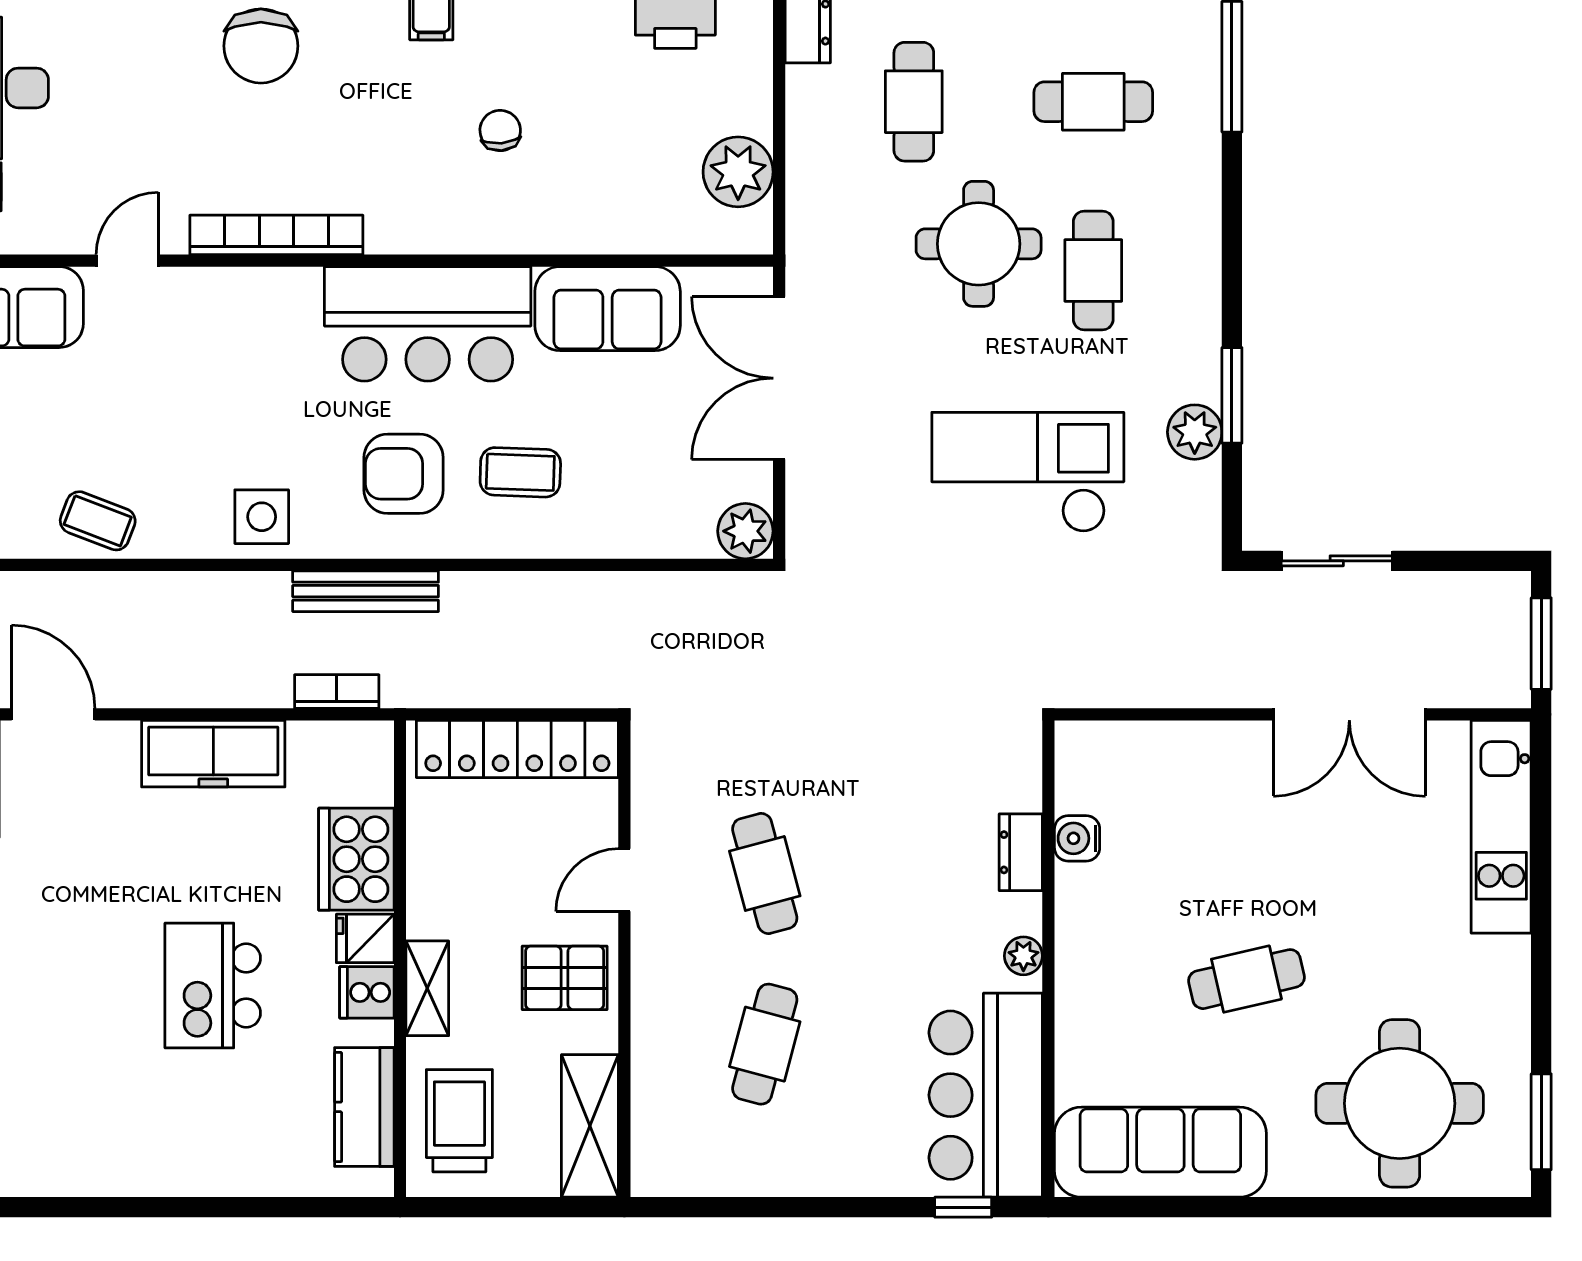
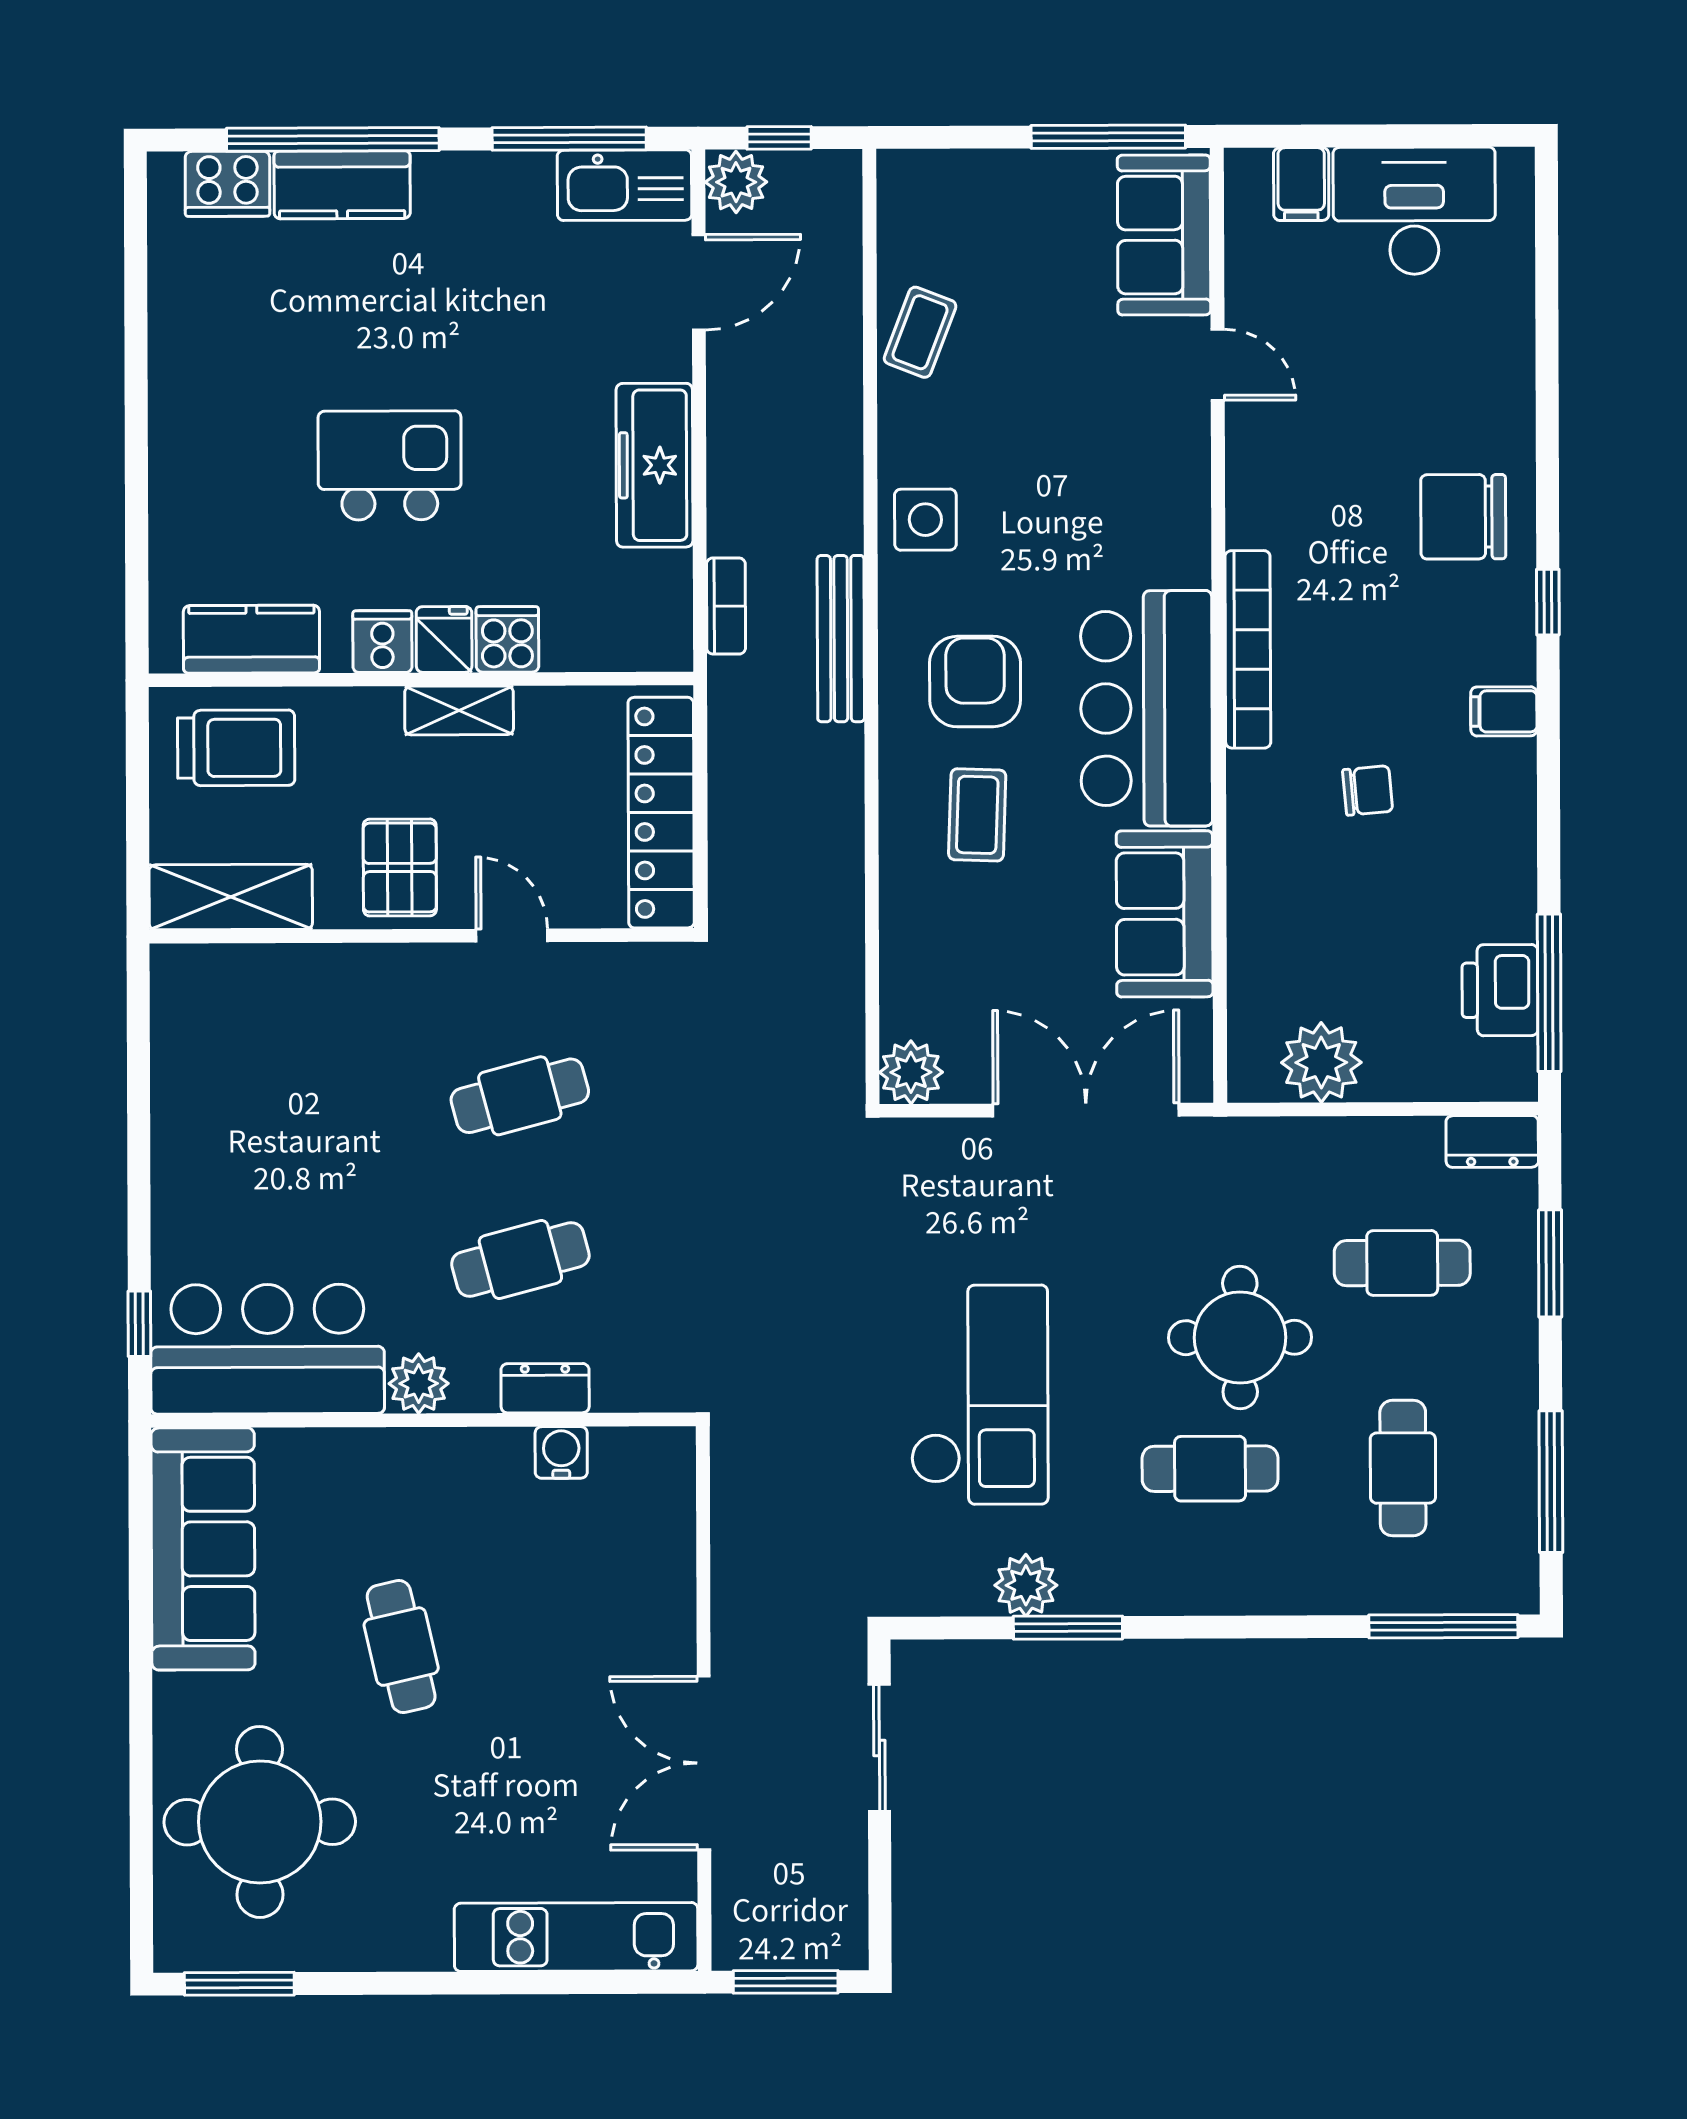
bookcase: (276, 235) -> (1248, 649), moved
cooker: (356, 859) -> (507, 639), width x0.53, depth x0.76
plant: (1023, 956) -> (419, 1384), width x1.38, depth x1.38
shelving: (427, 988) -> (459, 710), moved
cafe table: (765, 1044) -> (520, 1260), moved, turned -30

